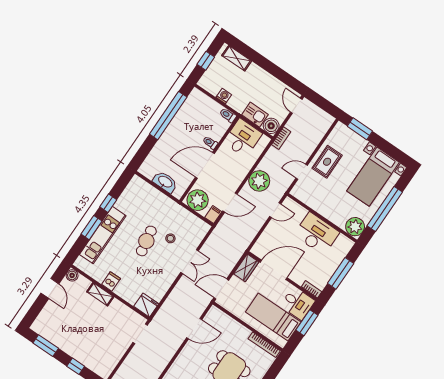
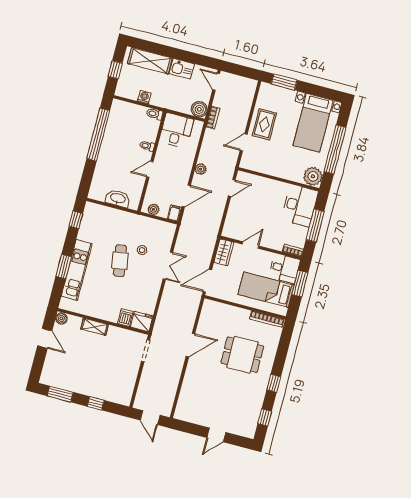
shelving: (237, 58) -> (150, 61), width x1.50, depth x1.33
kitchen sink: (255, 115) -> (182, 69), moved, turned 180
door: (205, 165) -> (150, 169), width x0.53
plant: (259, 181) -> (201, 169), width x0.53, depth x0.53
plant: (198, 200) -> (154, 209), width x0.53, depth x0.53
window: (108, 203) -> (76, 220), moved
desk: (317, 234) -> (300, 206), moved, turned 90
door: (274, 270) -> (250, 245), width x0.53
dishwasher: (111, 281) -> (125, 318), moved
door: (194, 329) -> (190, 345), moved

